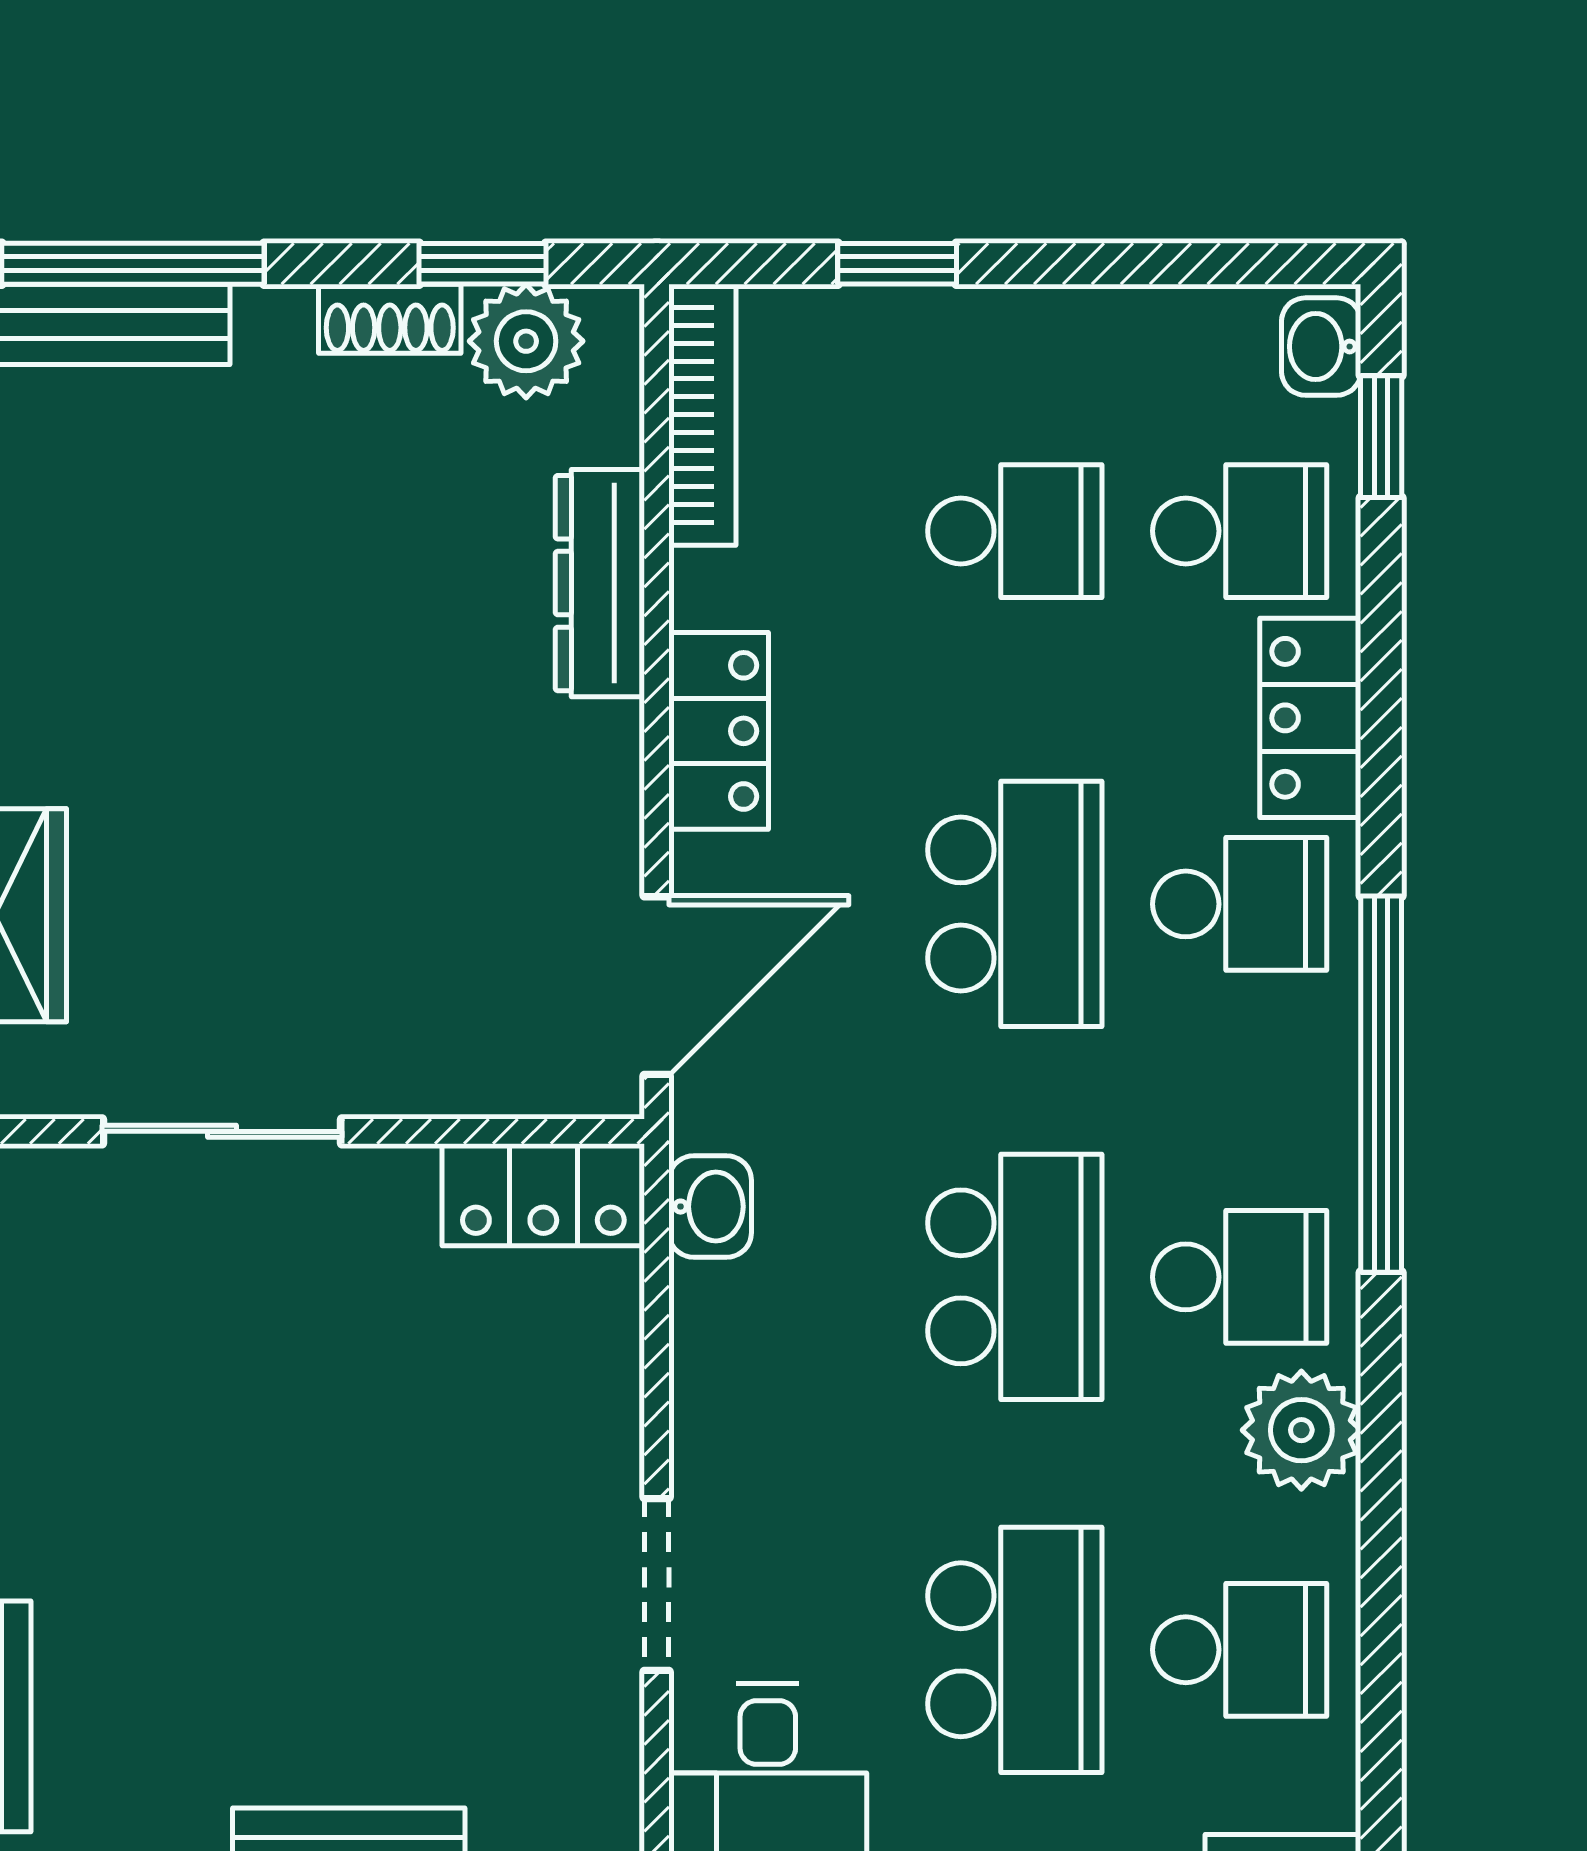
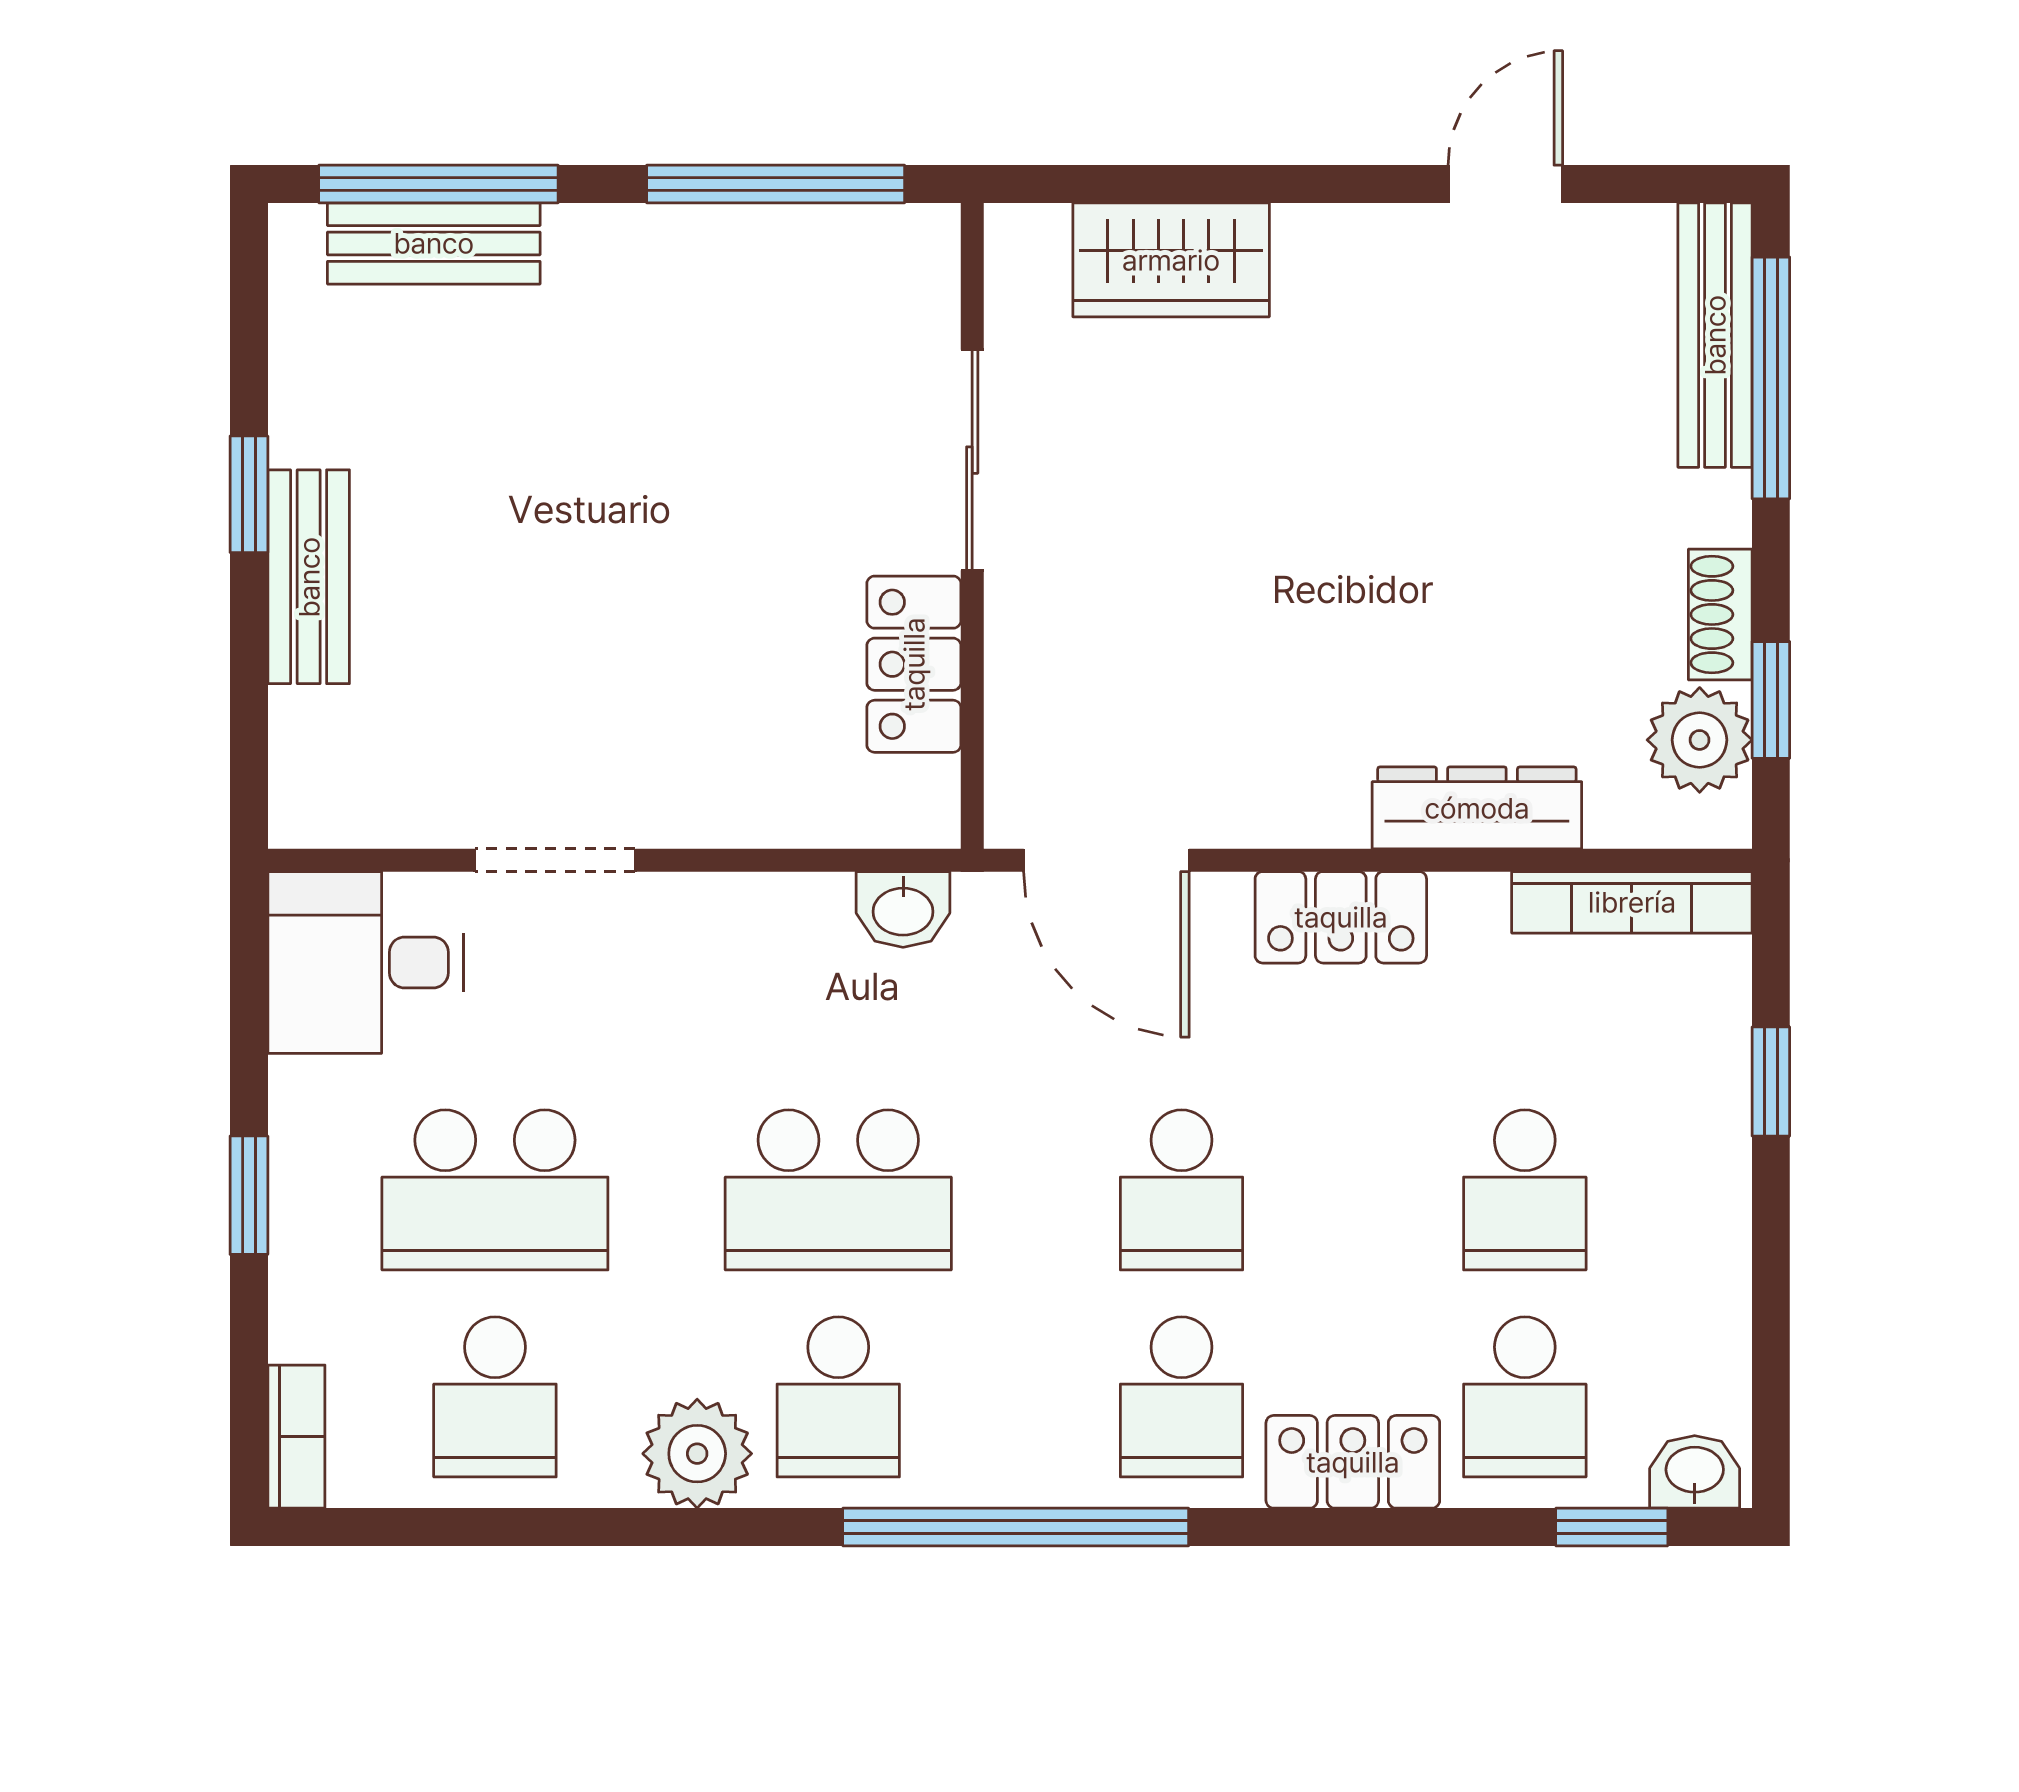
school desk: (1015, 904) -> (1182, 1190), width x0.54
locker: (543, 1195) -> (914, 664), moved

